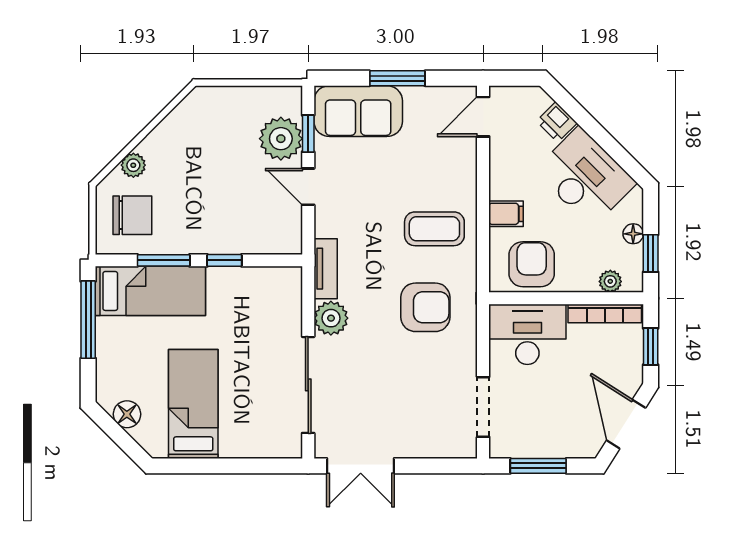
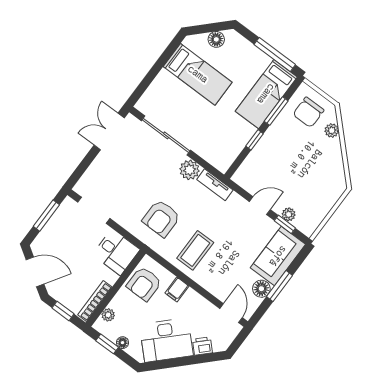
floor lamp: (419, 100) -> (261, 289), added
plant: (281, 139) -> (289, 214), width x0.53, depth x0.53
armchair: (532, 264) -> (144, 284), turned 90
desk: (527, 334) -> (116, 252), width x0.73

